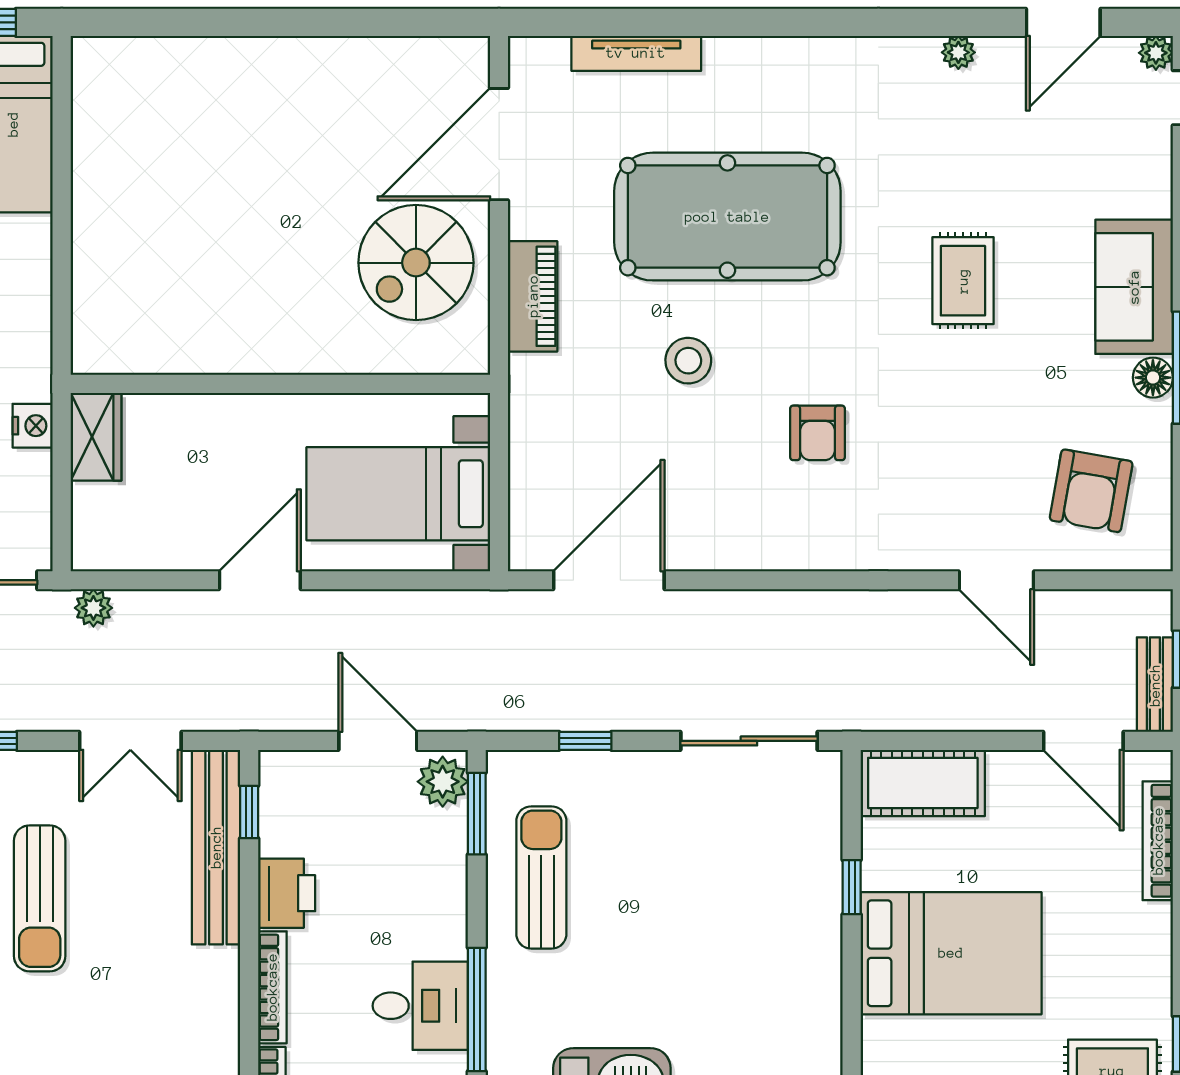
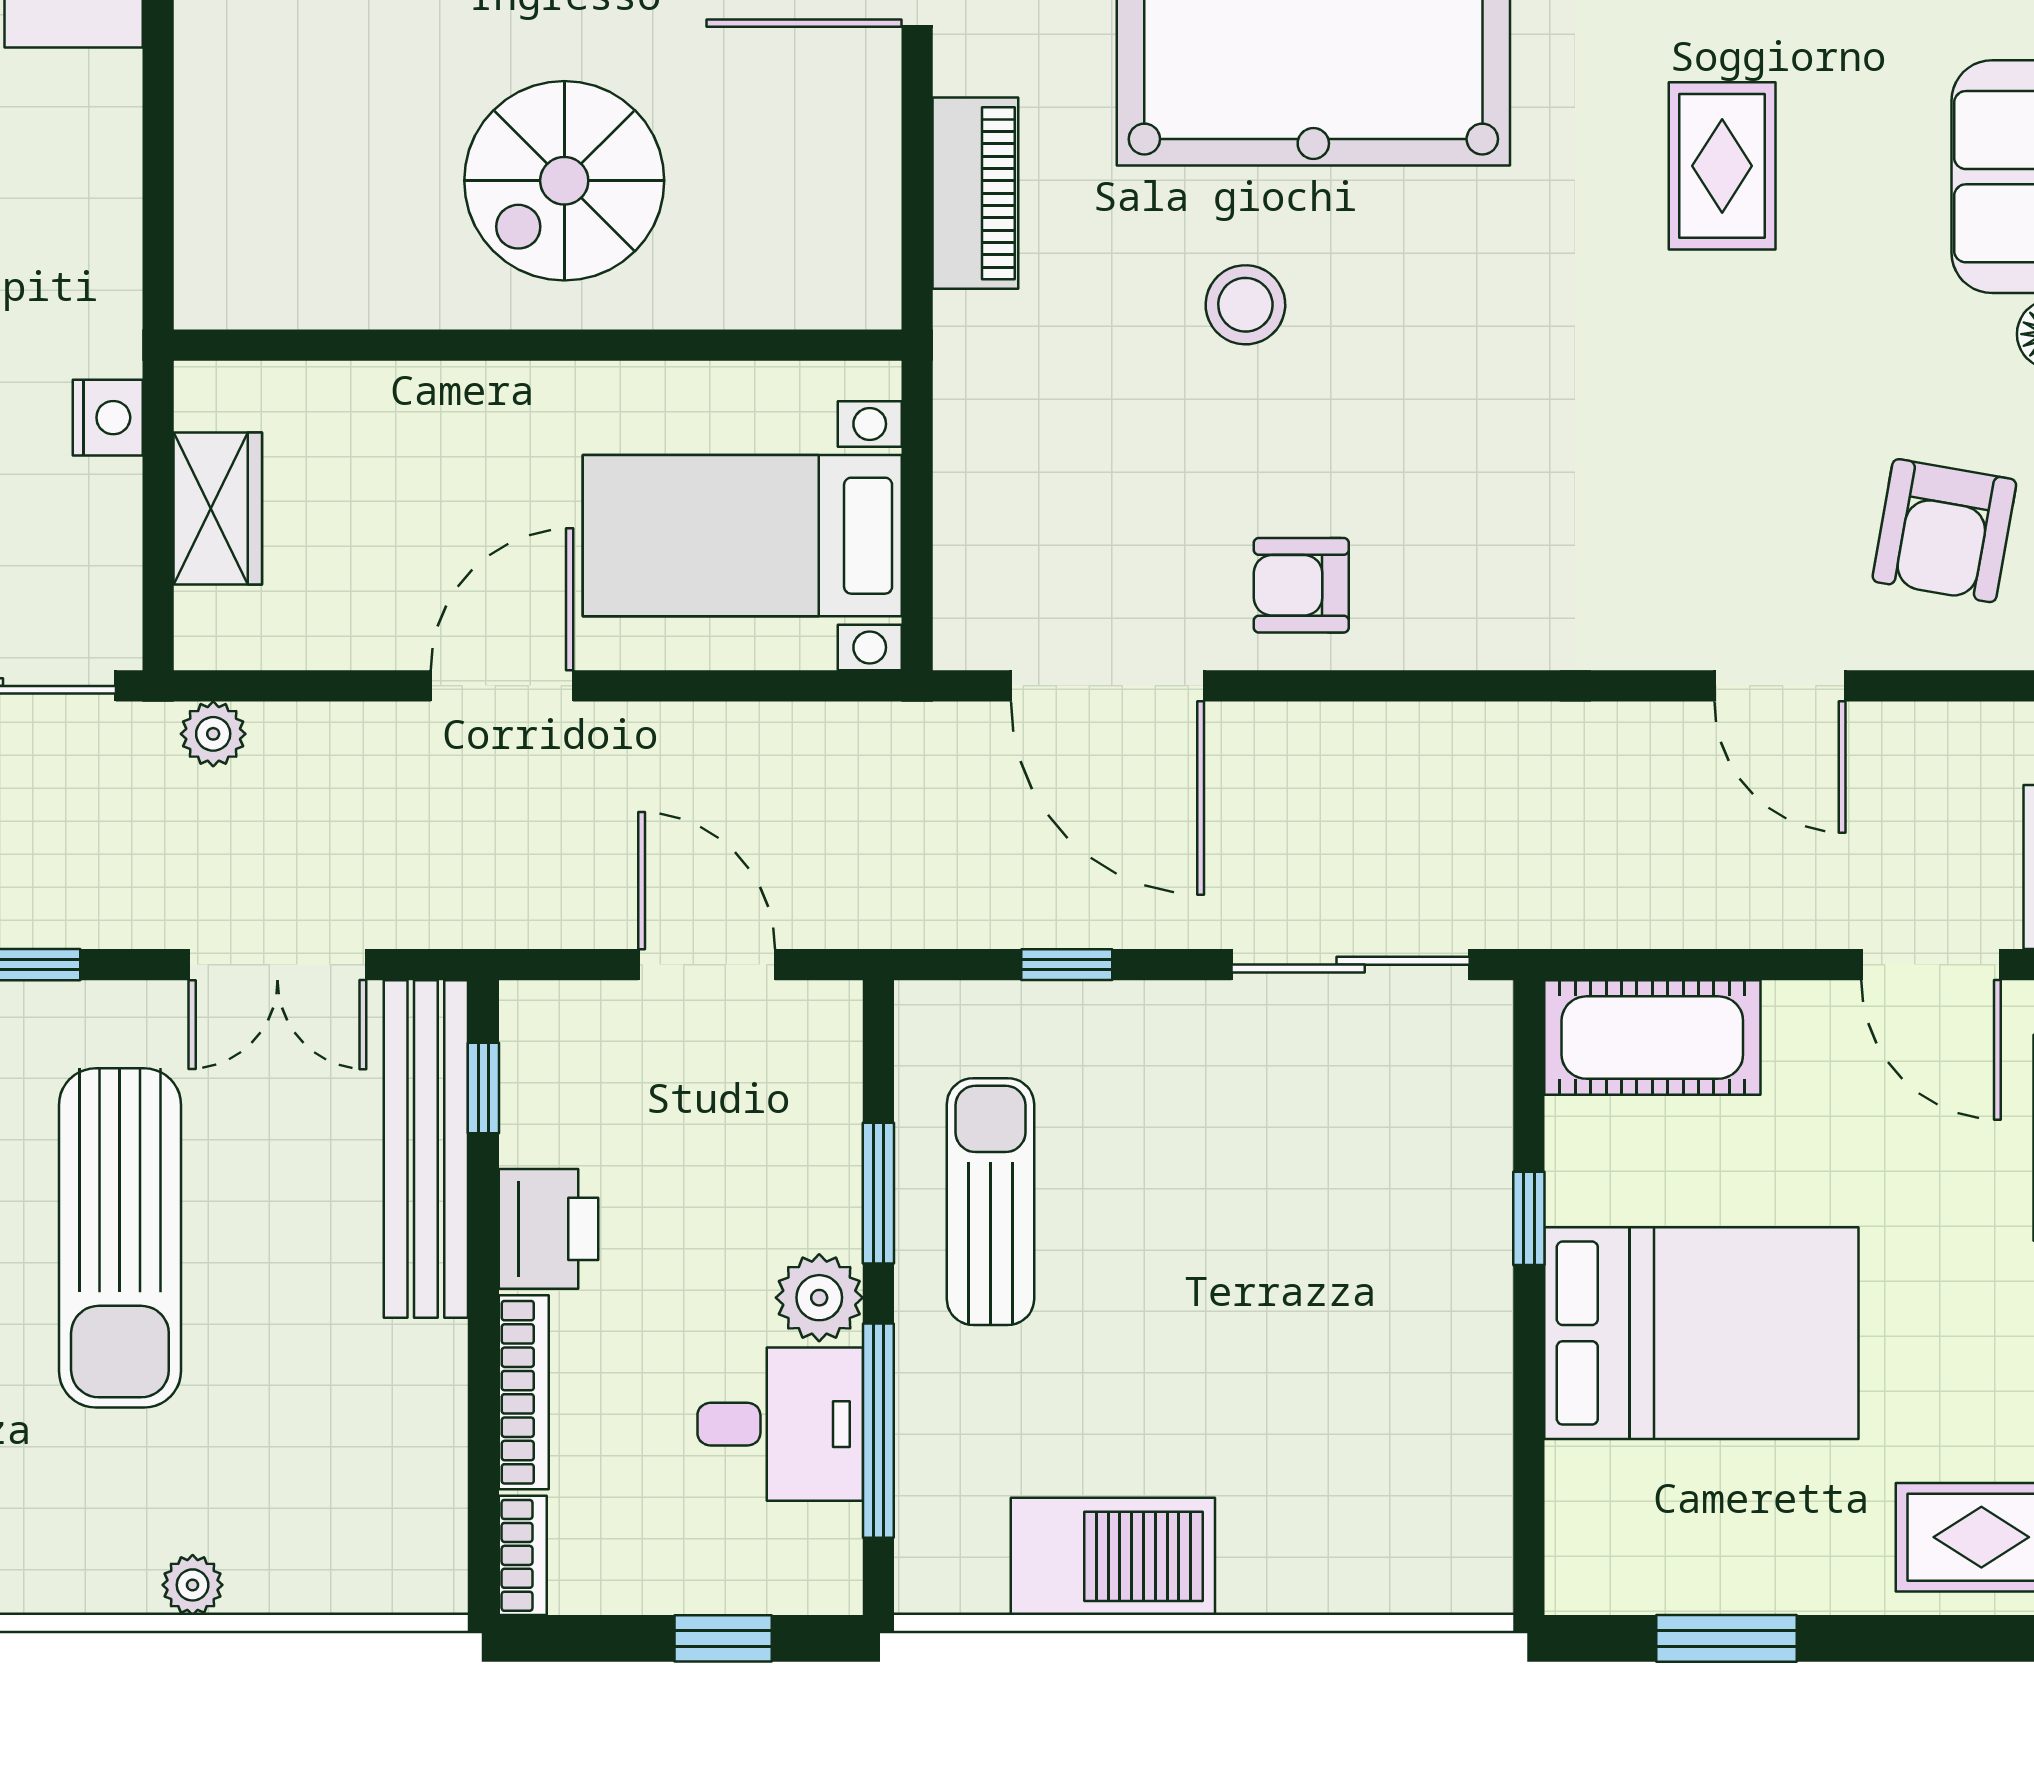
spiral stairs: (416, 263) -> (564, 181), moved
armchair: (818, 433) -> (1301, 585), moved, turned 90
wardrobe: (96, 437) -> (218, 508), moved
door: (609, 580) -> (1108, 686), swing flipped
plant: (443, 782) -> (819, 1298), moved
window: (477, 814) -> (878, 1193), moved
sun lounger: (40, 898) -> (120, 1238), width x1.36, depth x1.34

